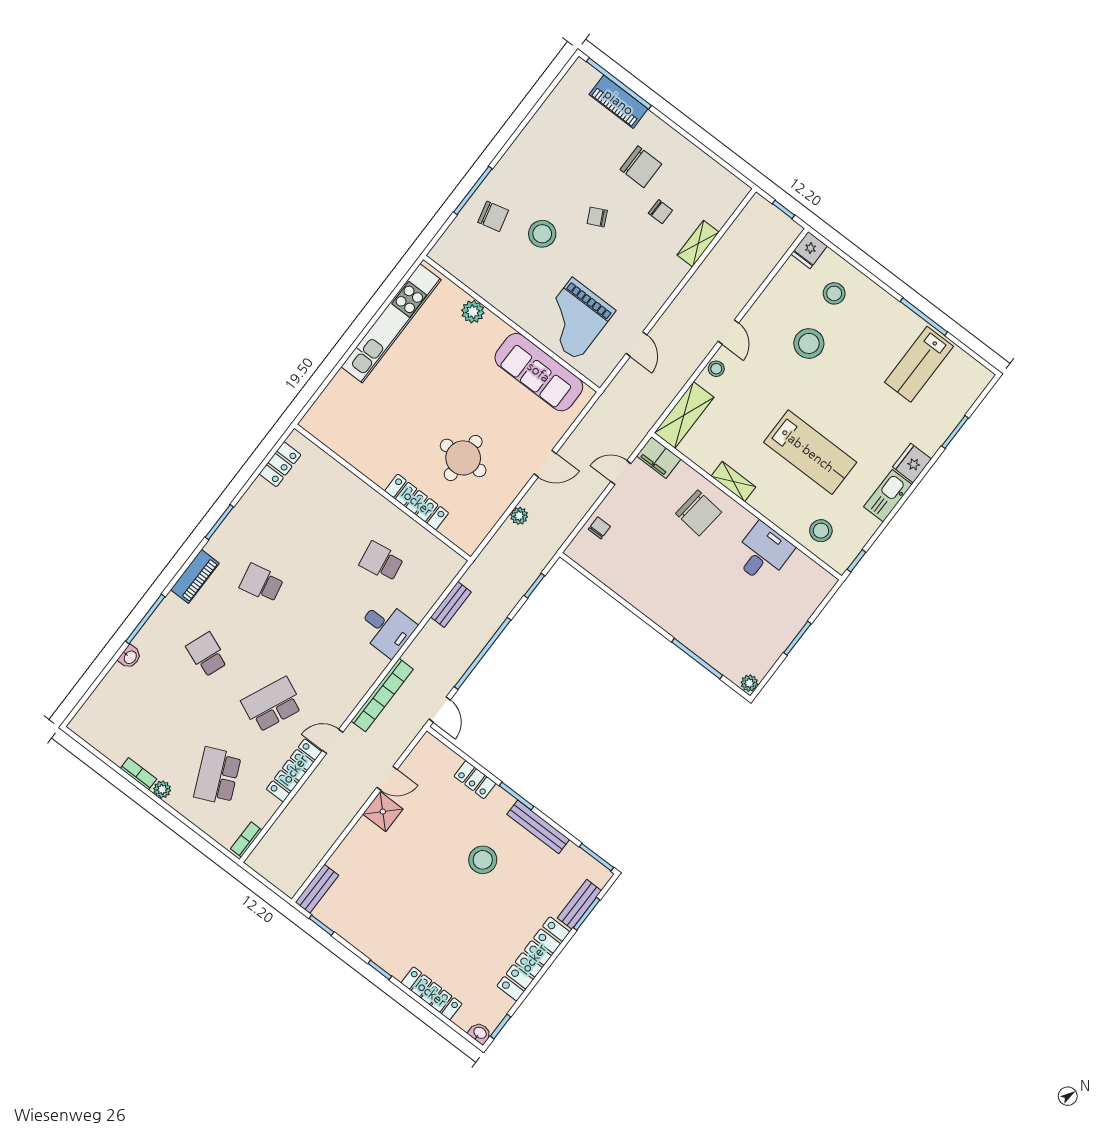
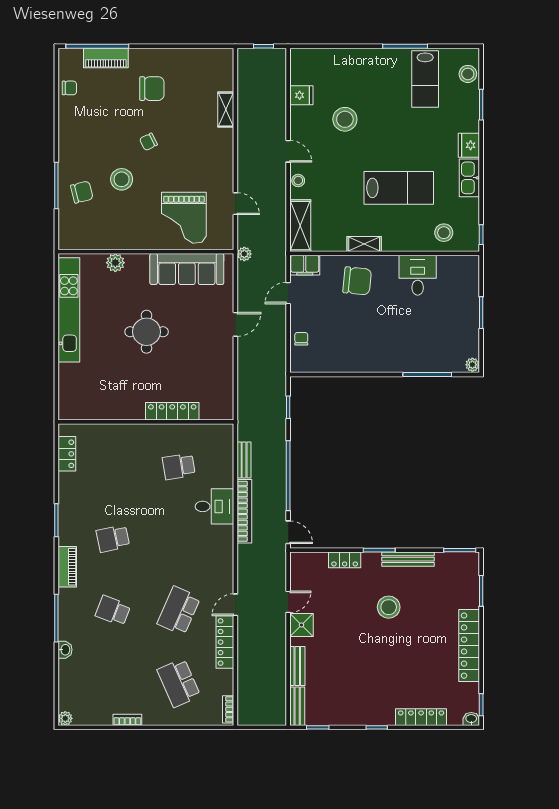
chair: (660, 212) -> (69, 88), moved
fridge: (809, 250) -> (301, 95), moved, turned -90
stool: (834, 293) -> (468, 74), moved
round table: (463, 458) -> (147, 332), moved
plant: (519, 516) -> (244, 254), moved
bookcase: (382, 695) -> (244, 511), moved
plant: (162, 789) -> (65, 718), moved
bench: (579, 904) -> (297, 666), moved

